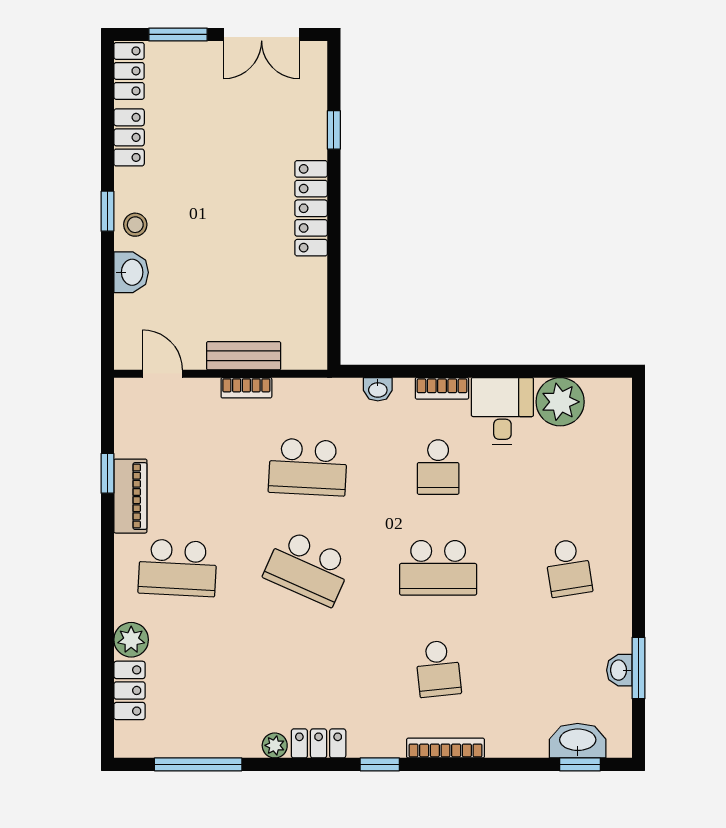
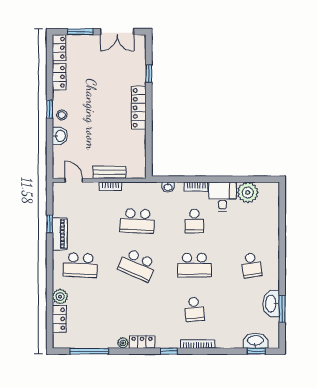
washbasin: (619, 670) -> (271, 304), width x1.91, depth x1.45

